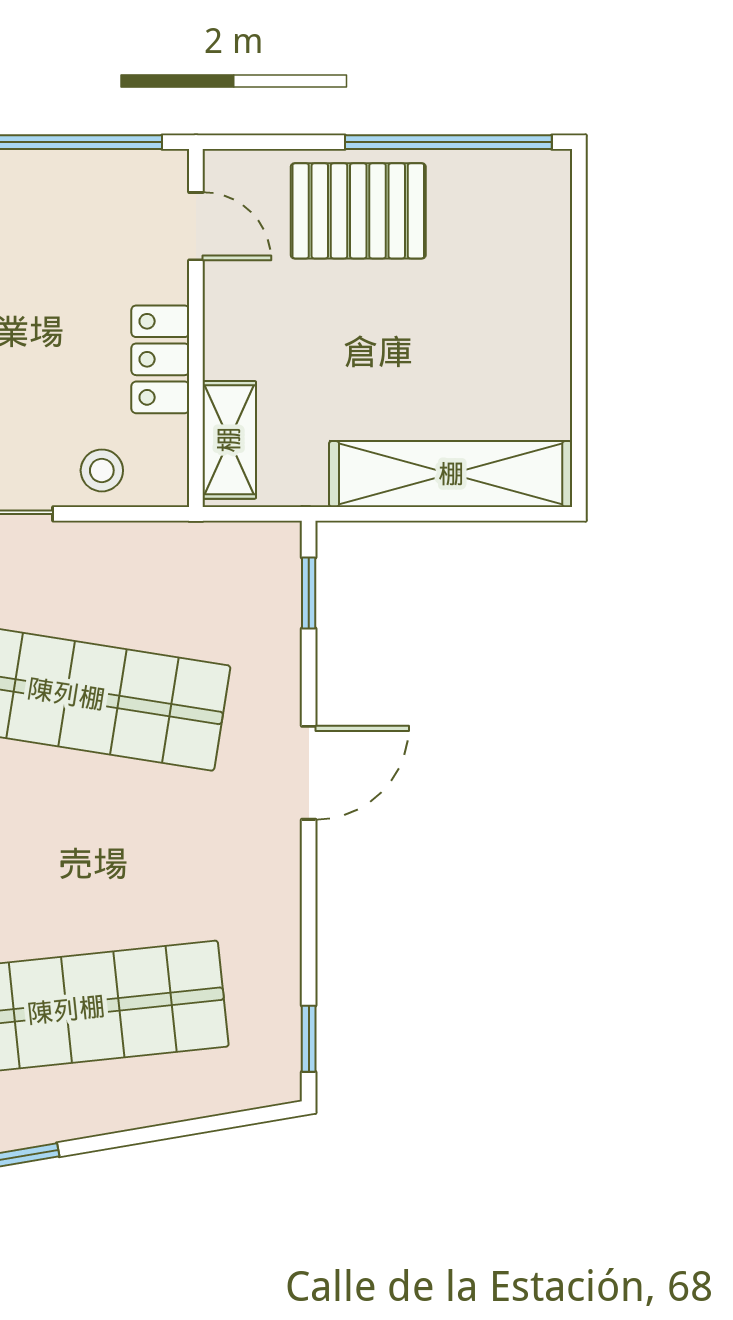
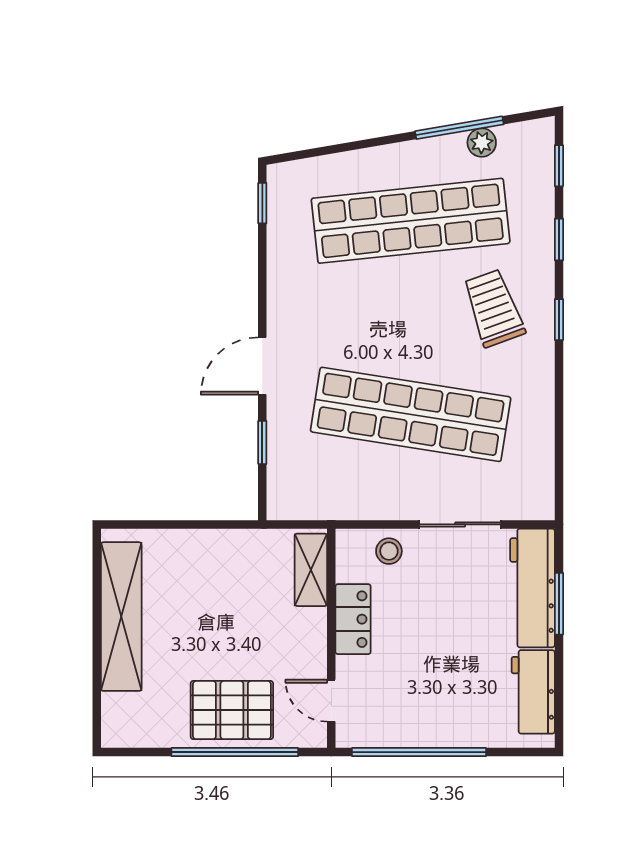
window: (448, 142) -> (235, 752), moved
shelving: (451, 474) -> (121, 617), moved, turned 90
window: (309, 593) -> (262, 442), moved

